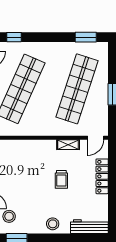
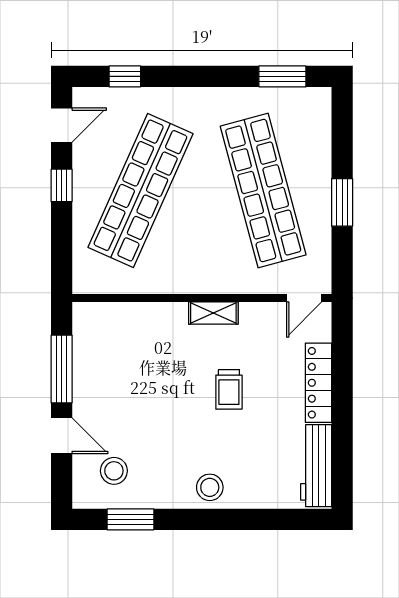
shop shelf: (77, 89) -> (263, 191), turned -33
shelving: (68, 145) -> (213, 313), moved
workbench: (89, 227) -> (316, 466), moved, turned -90

